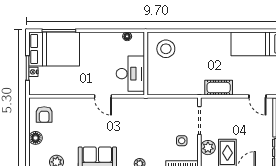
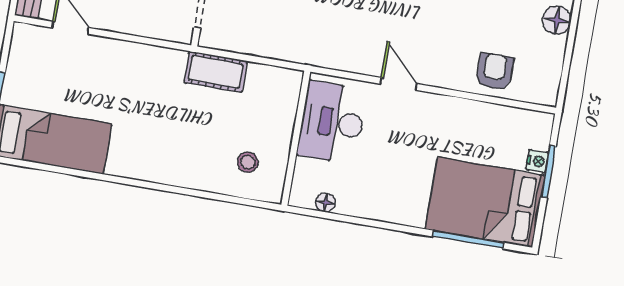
stool: (166, 49) -> (248, 162), width x0.53, depth x0.53
cot: (219, 88) -> (216, 72), moved
armchair: (44, 115) -> (495, 71), moved

